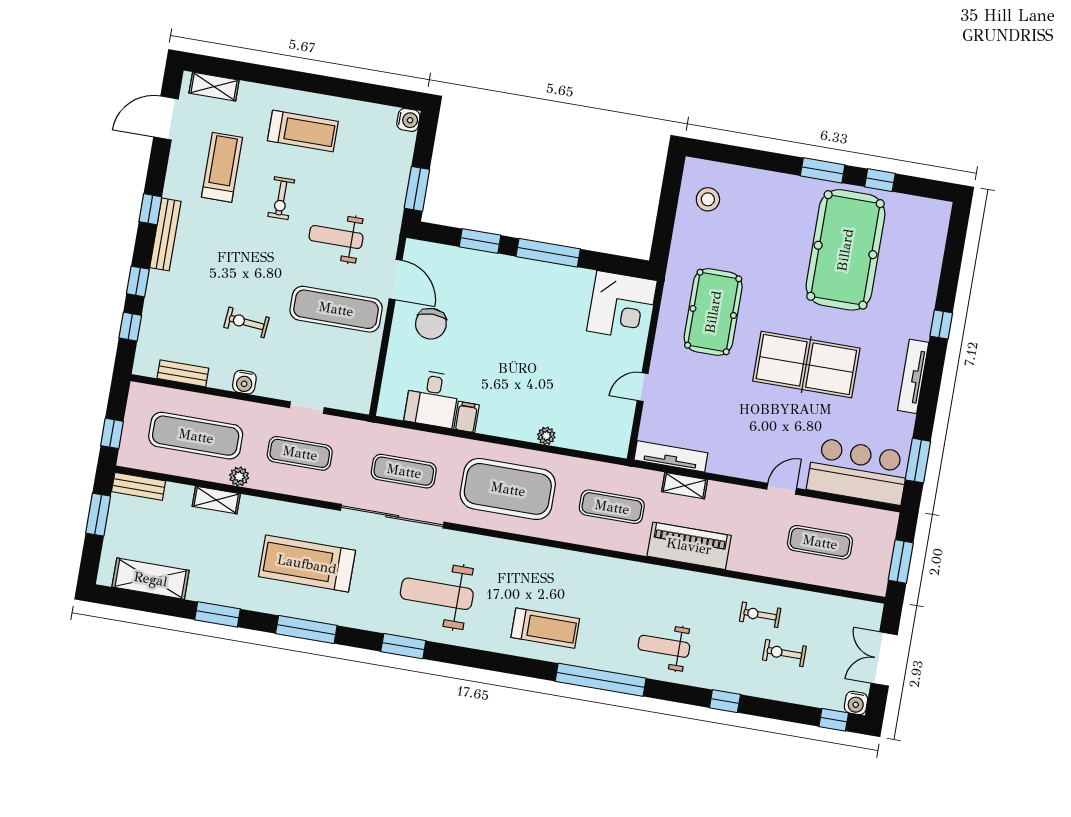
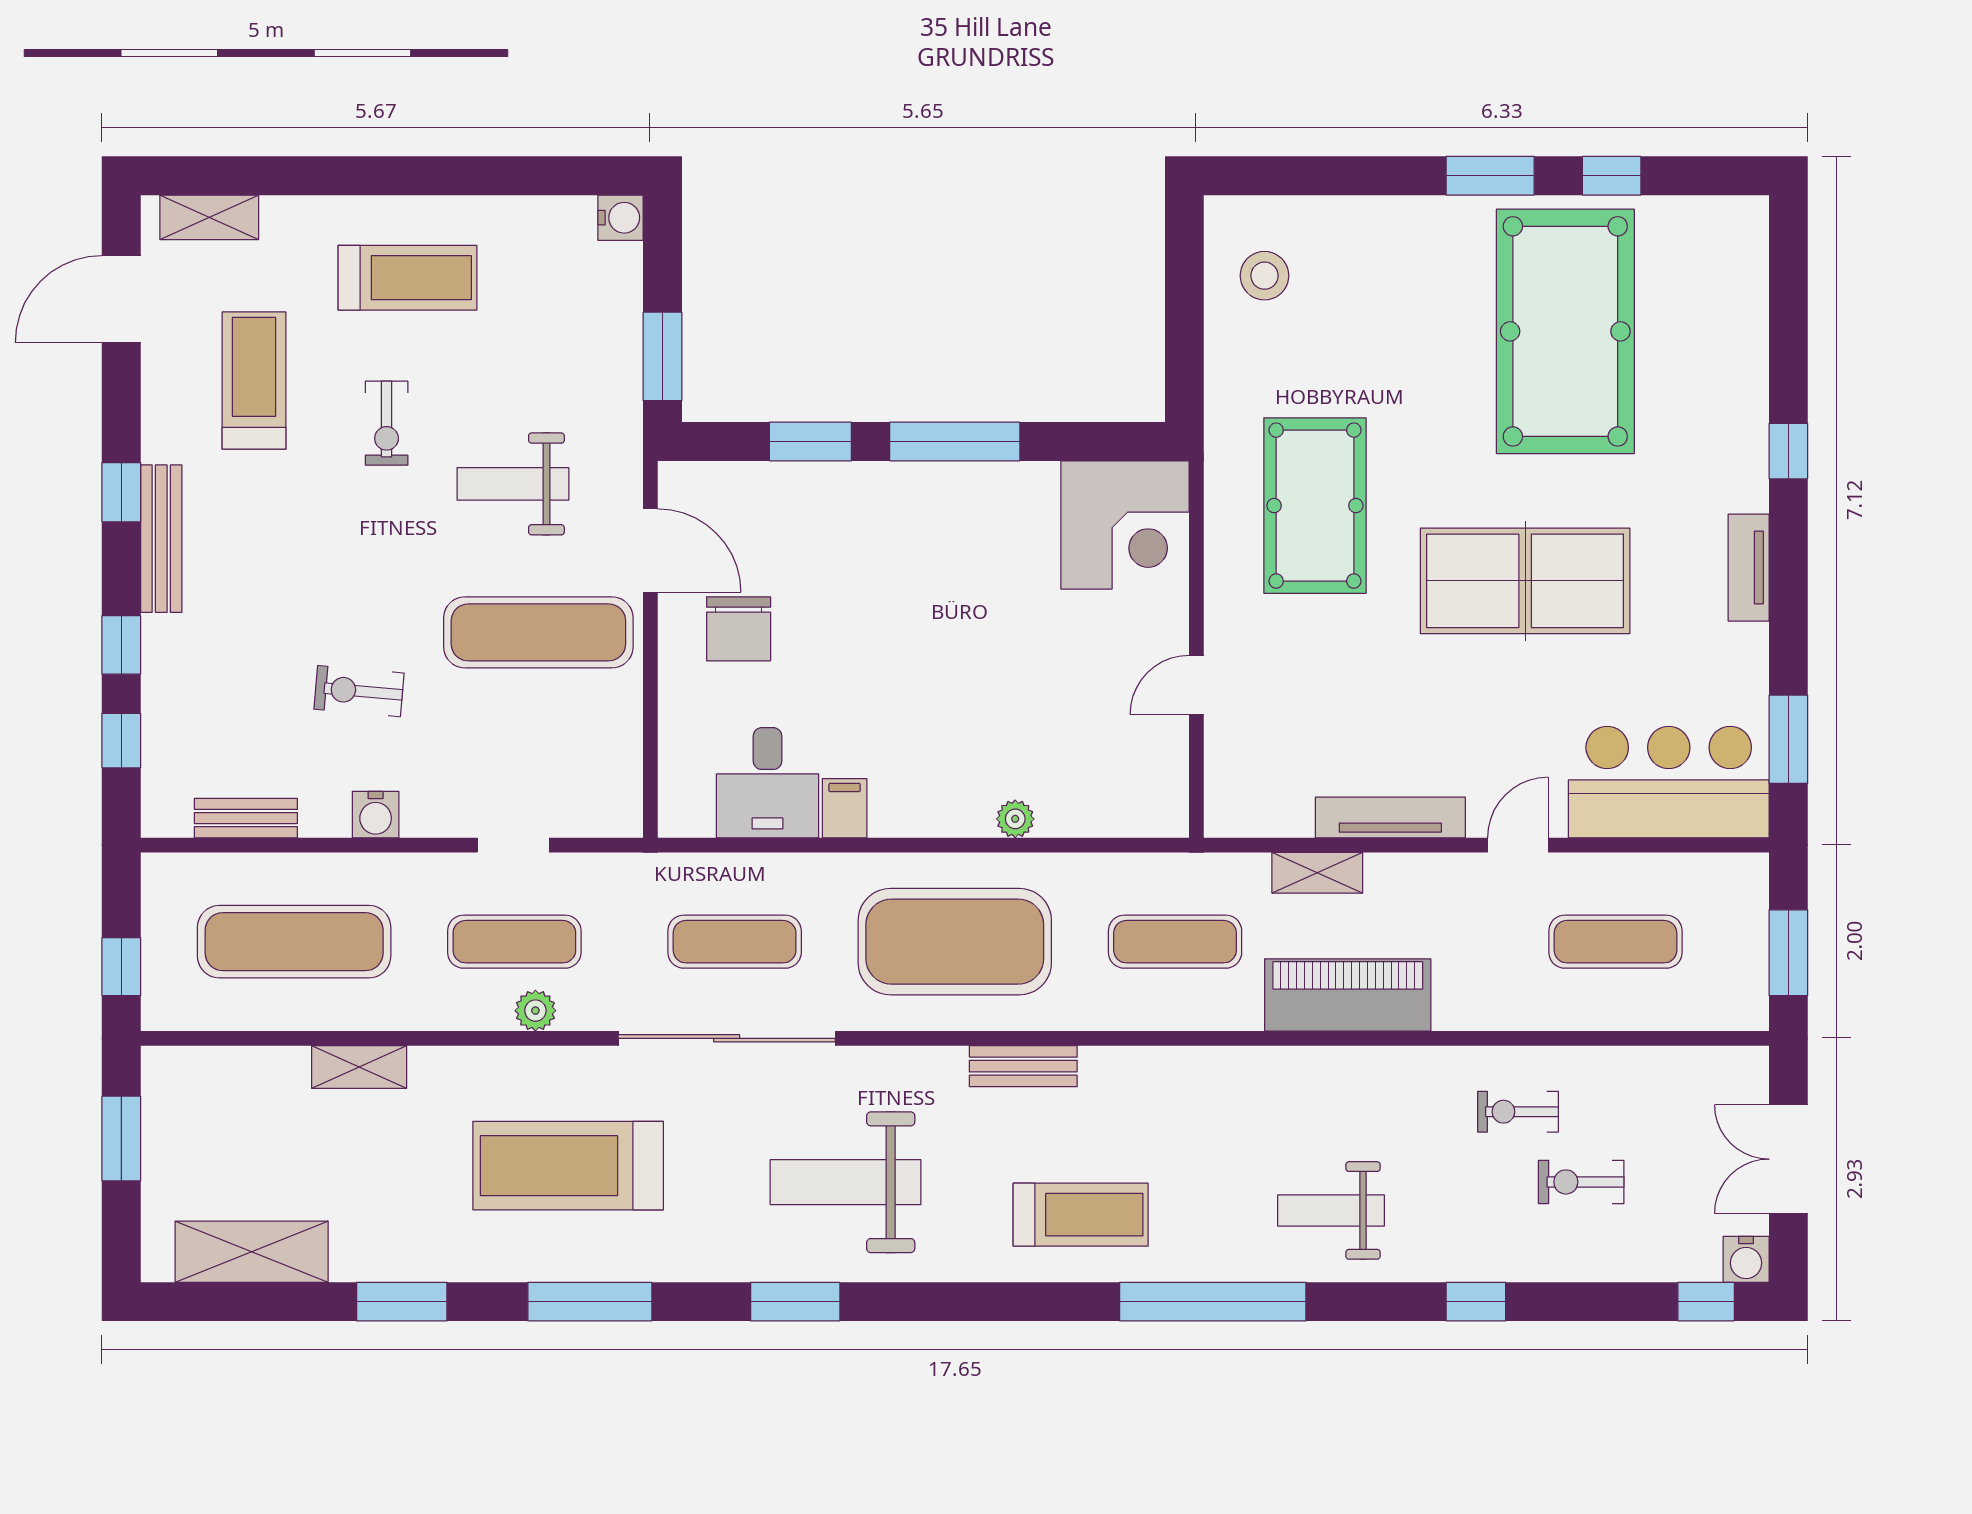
tv unit: (913, 376) -> (1749, 568), width x0.71
tv unit: (671, 456) -> (1390, 817), moved
plant: (239, 477) -> (535, 1011), moved
bench: (139, 486) -> (1023, 1066), moved

